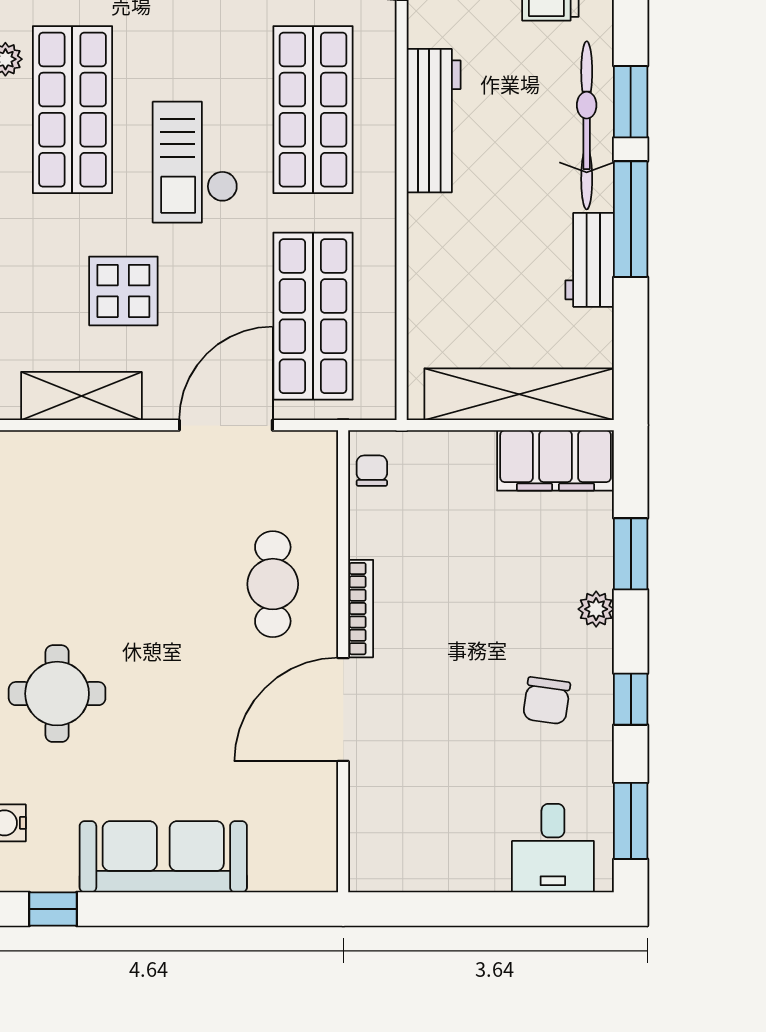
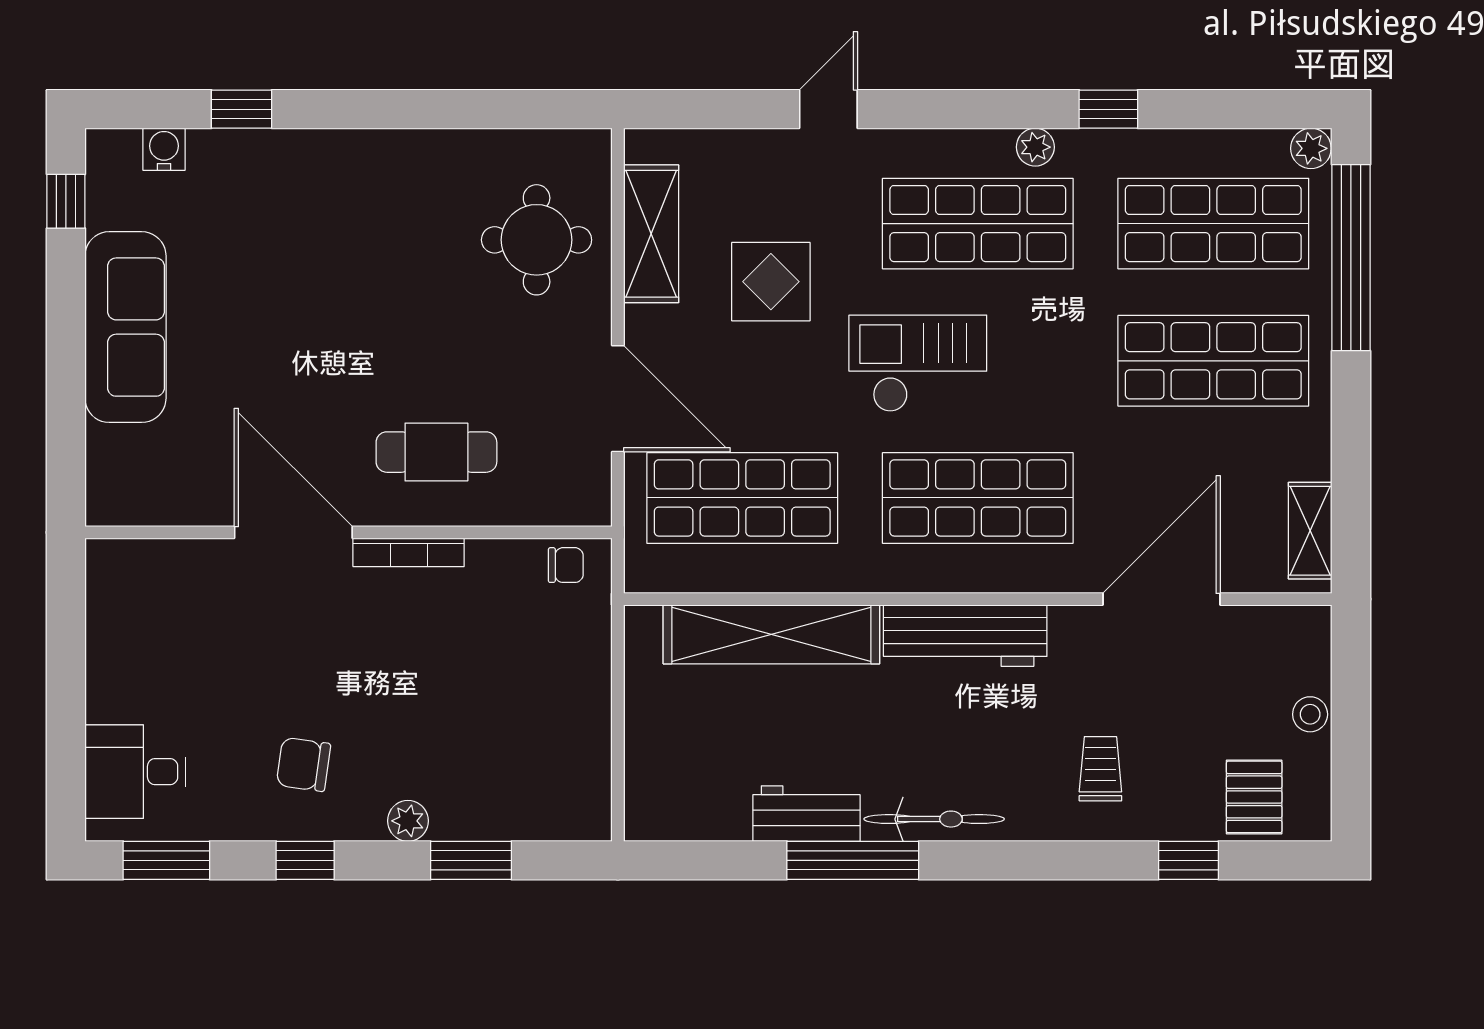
window: (631, 102) -> (987, 860), removed
bicycle: (587, 125) -> (934, 819), width x0.73, depth x0.71
shelving: (519, 394) -> (771, 634), moved, turned 90
filing cabinet: (556, 460) -> (578, 775), removed
round table: (57, 694) -> (537, 240), moved

